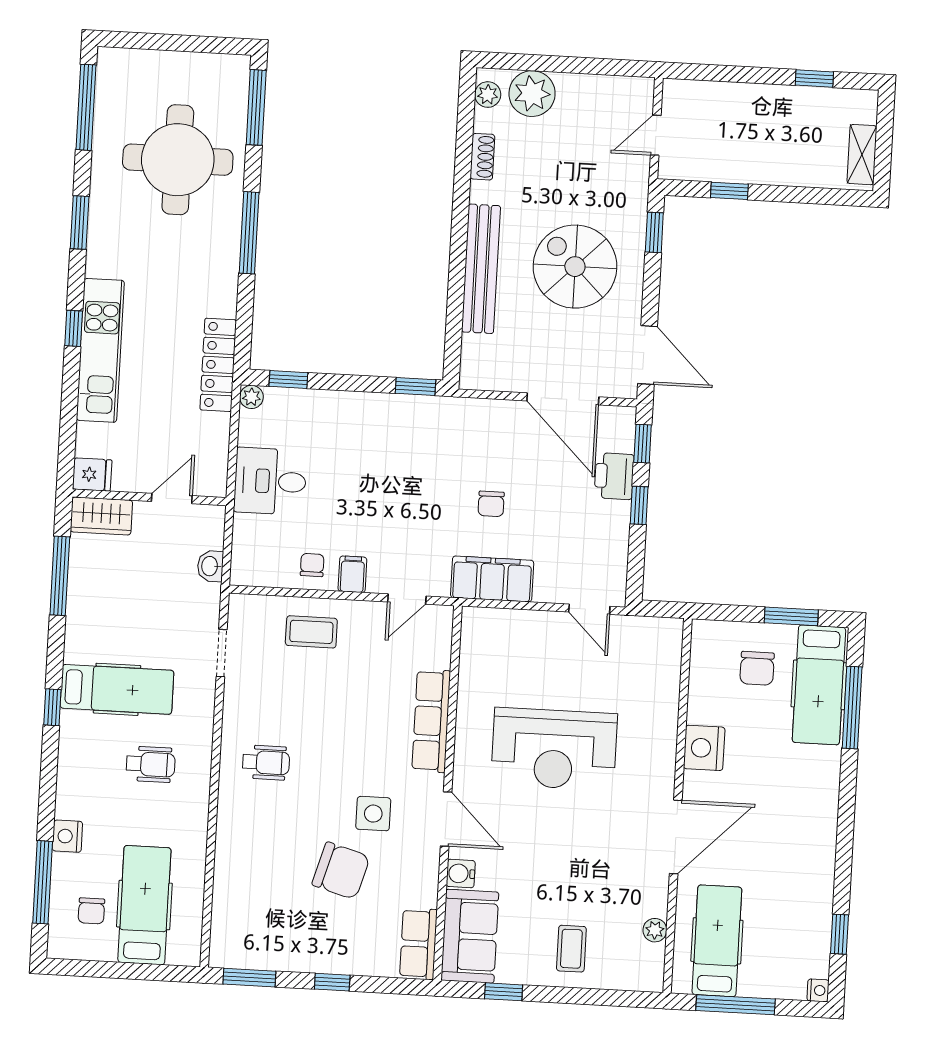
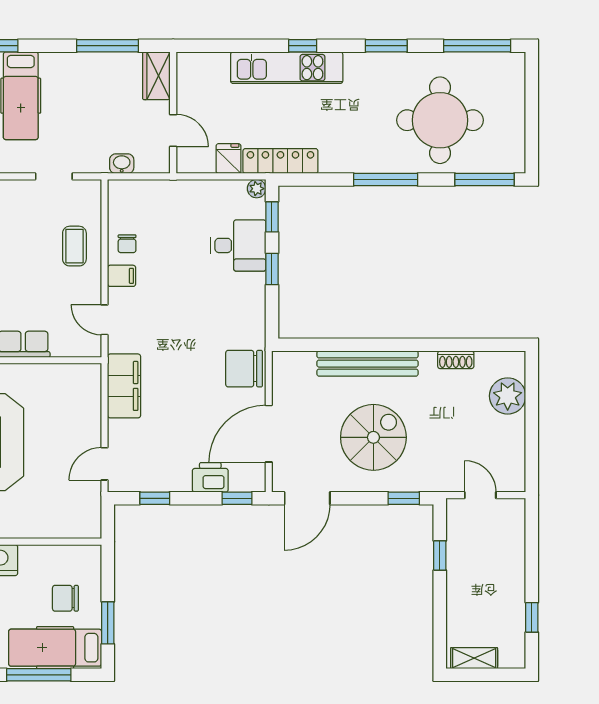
plant: (488, 95) -> (505, 361), removed
window: (416, 387) -> (272, 269), moved
fridge: (92, 475) -> (228, 159), moved, turned 180
desk: (270, 481) -> (238, 245), moved, turned 90
chair: (491, 504) -> (244, 369), moved, width x1.87, depth x1.87
window: (639, 505) -> (155, 498), moved
chair: (312, 565) -> (127, 244), turned 90

